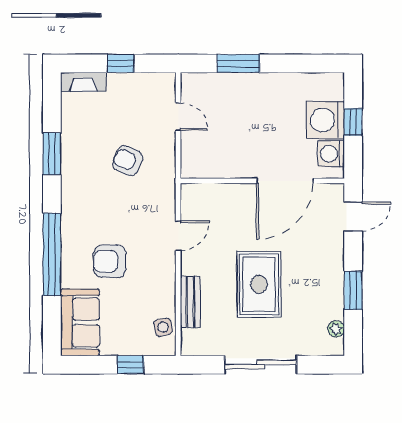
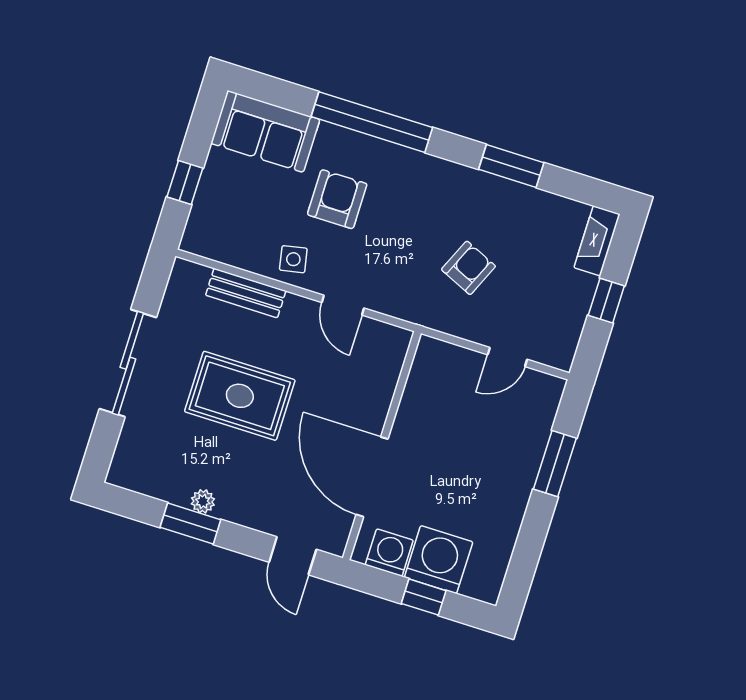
side table: (163, 327) -> (293, 259), moved
plant: (336, 329) -> (203, 501), moved

